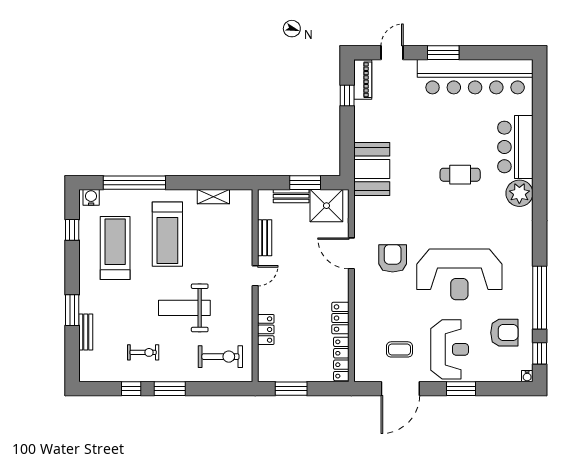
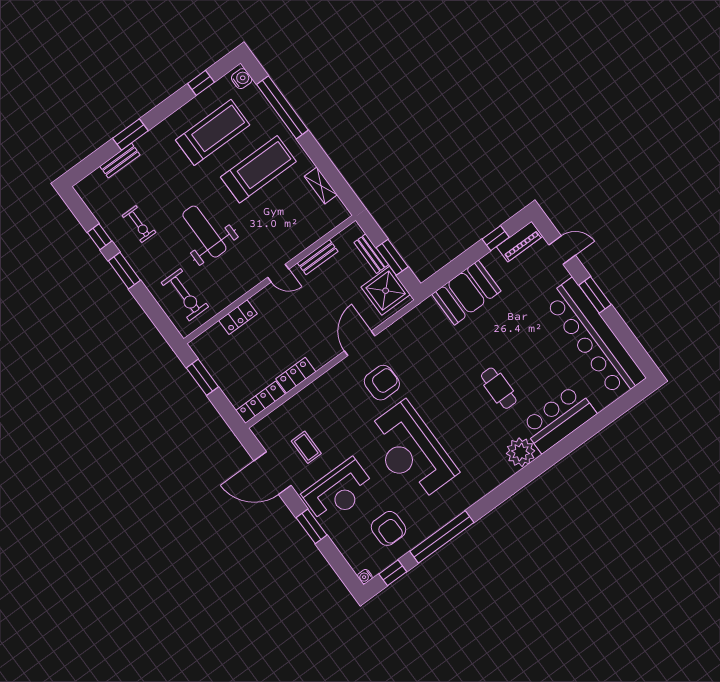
booth: (372, 169) -> (466, 293), moved
treadmill: (167, 234) -> (258, 169), turned 180

